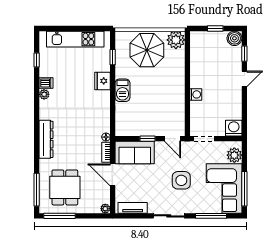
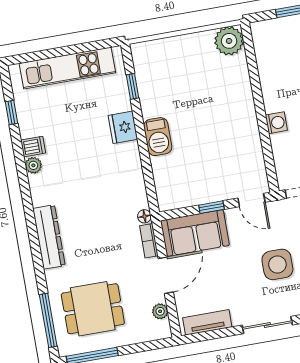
parasol: (147, 50) -> (185, 66), removed
door: (113, 175) -> (166, 275), swing flipped
dining table: (65, 187) -> (93, 309), turned 90
plant: (105, 209) -> (160, 311), moved

